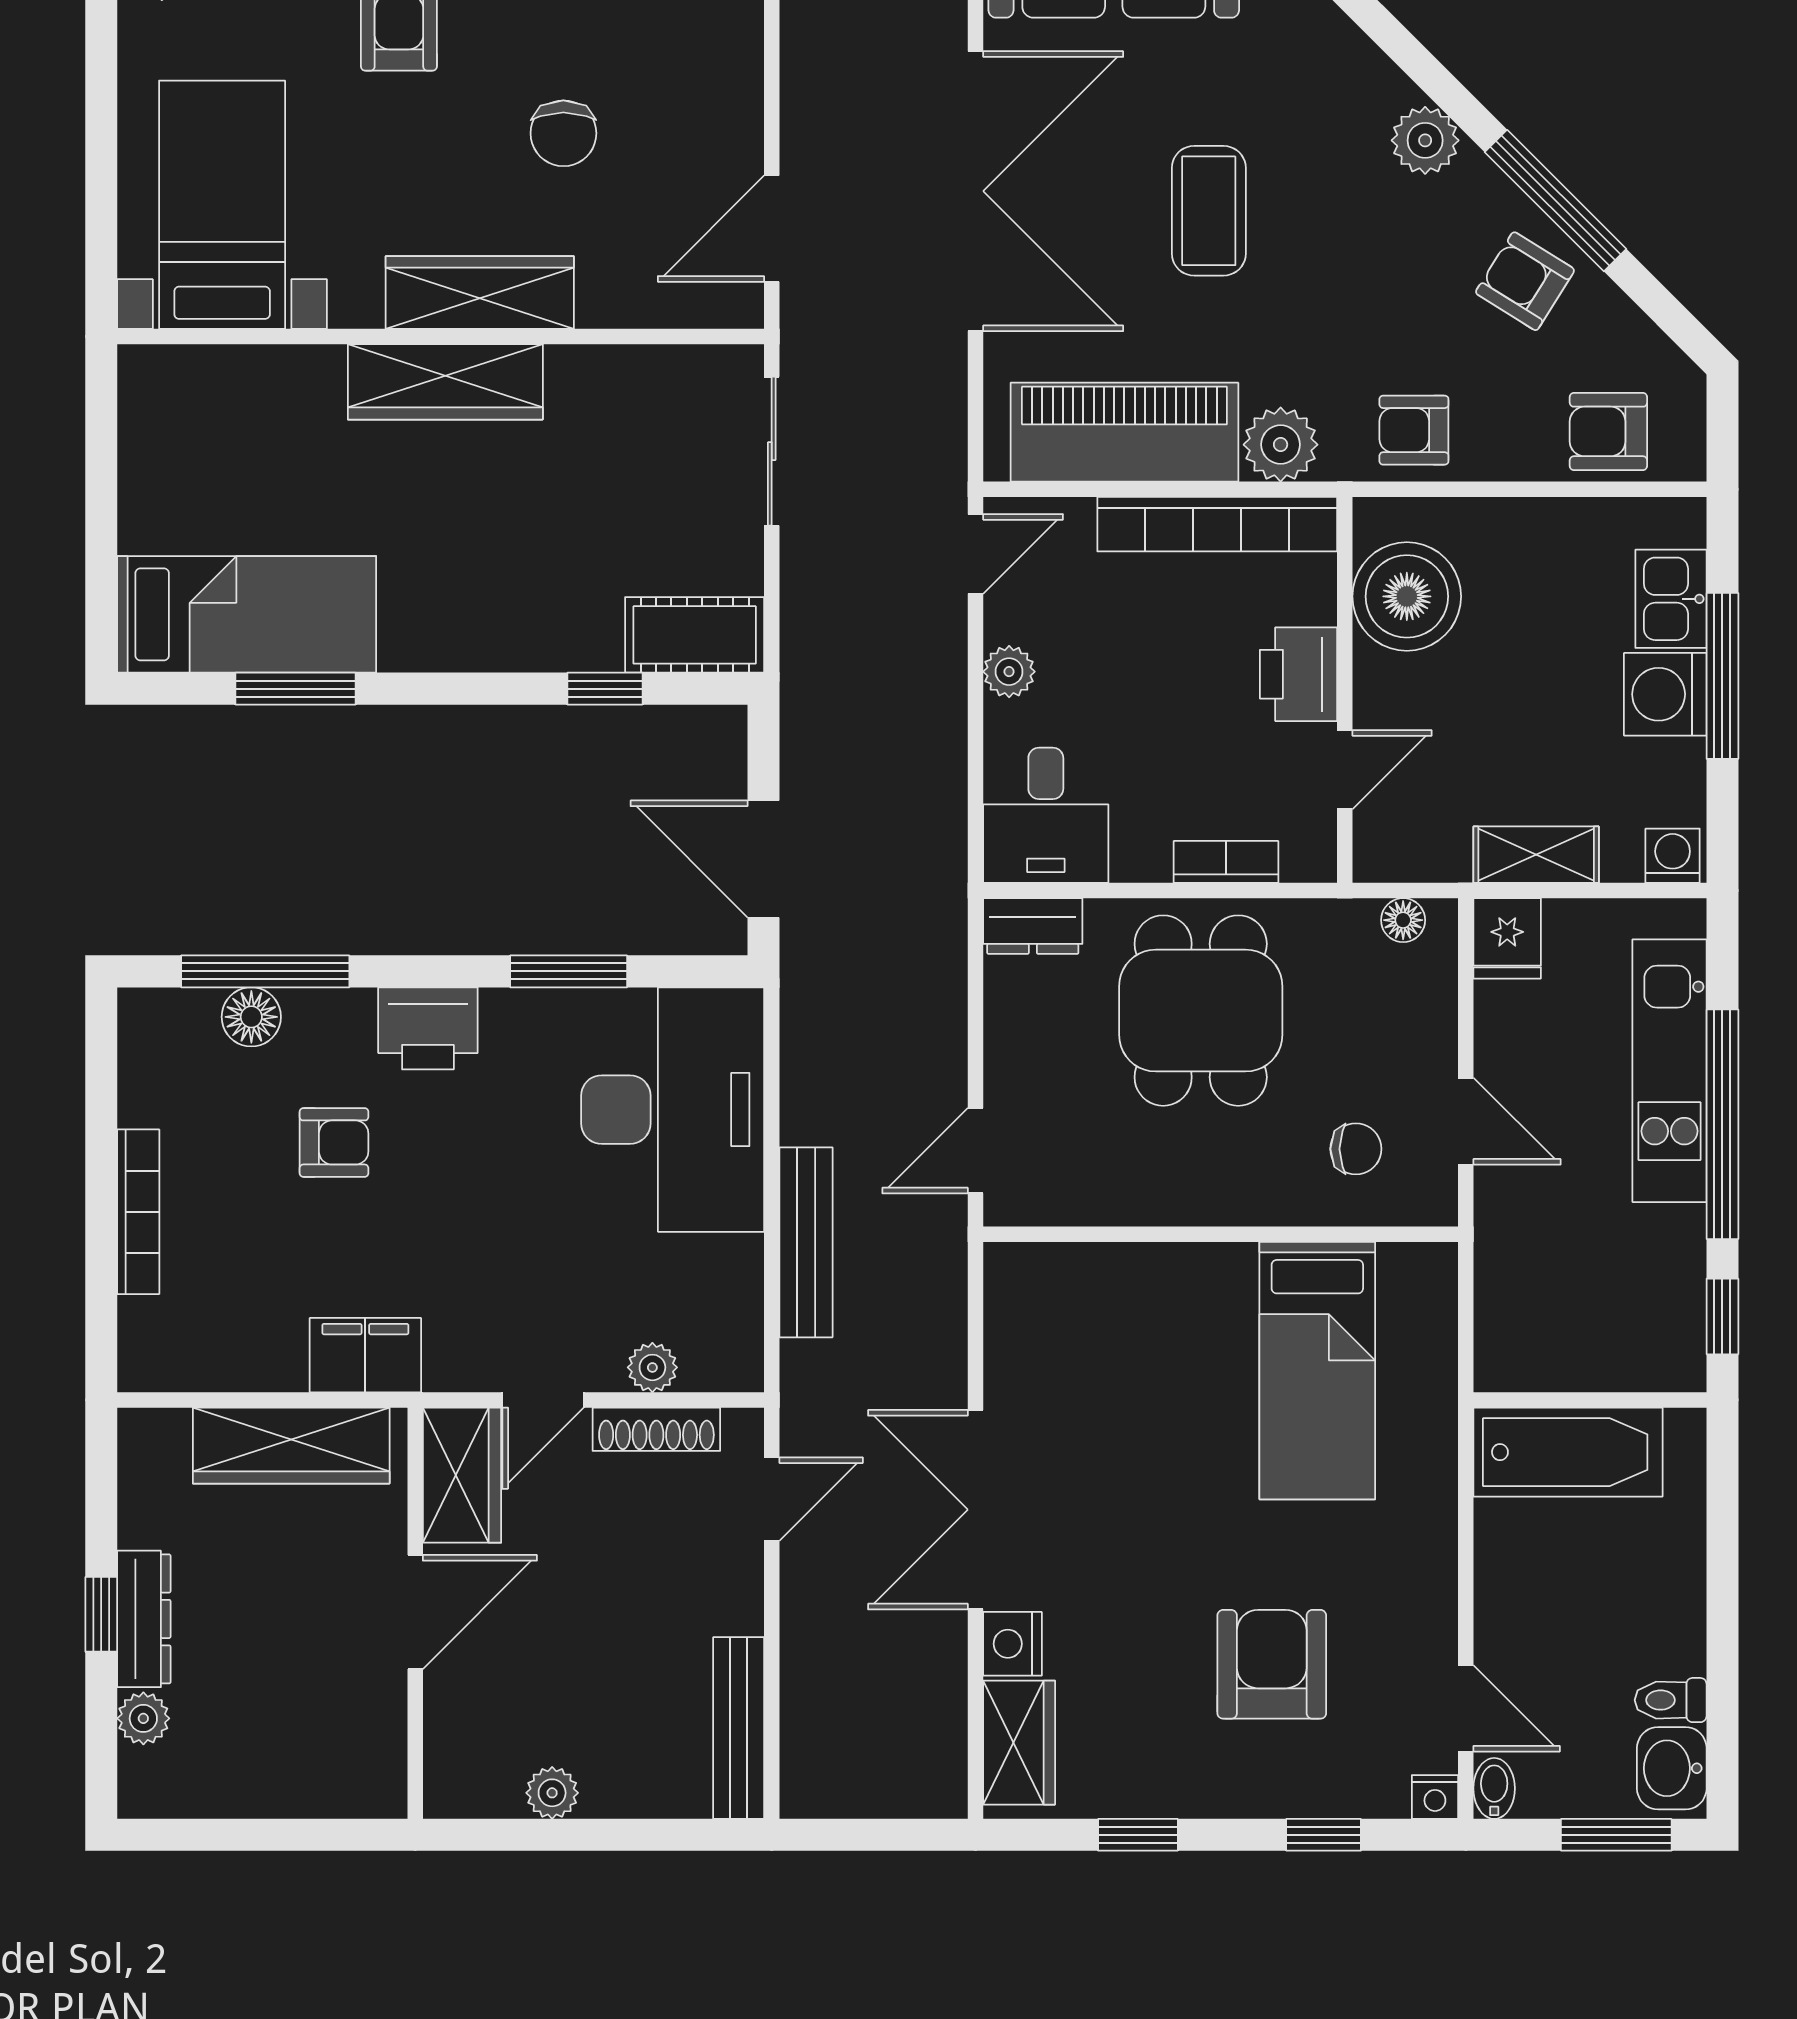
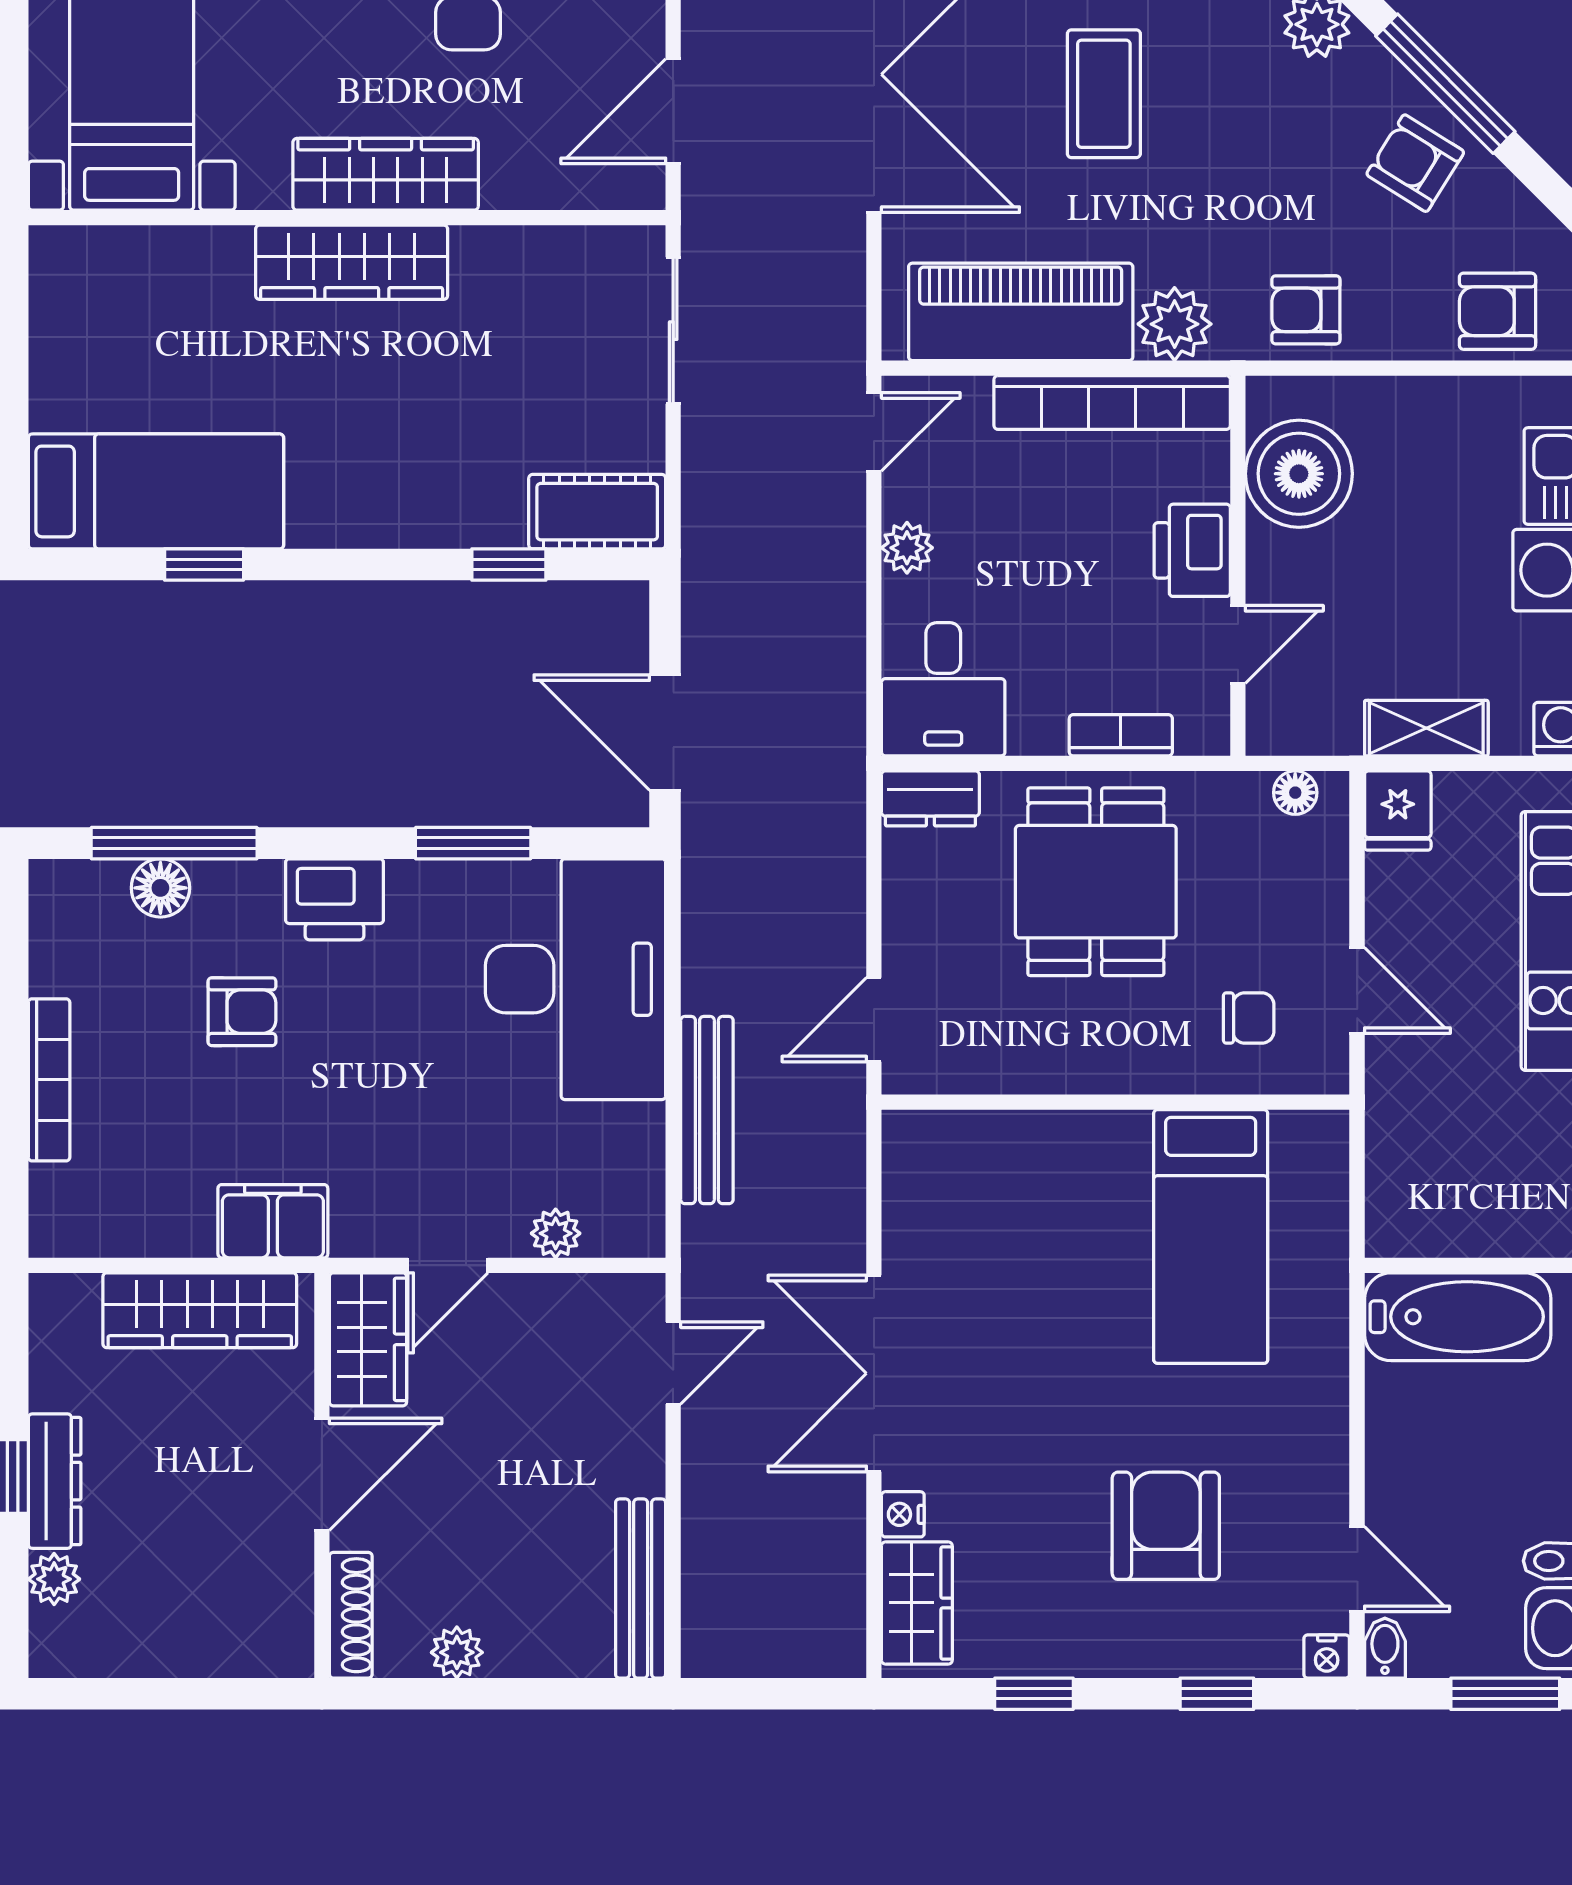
window: (296, 689) -> (204, 565), width x0.67
shoe rack: (656, 1429) -> (351, 1615), moved, turned -90
nightstand: (1012, 1644) -> (903, 1514), width x0.72, depth x0.74

